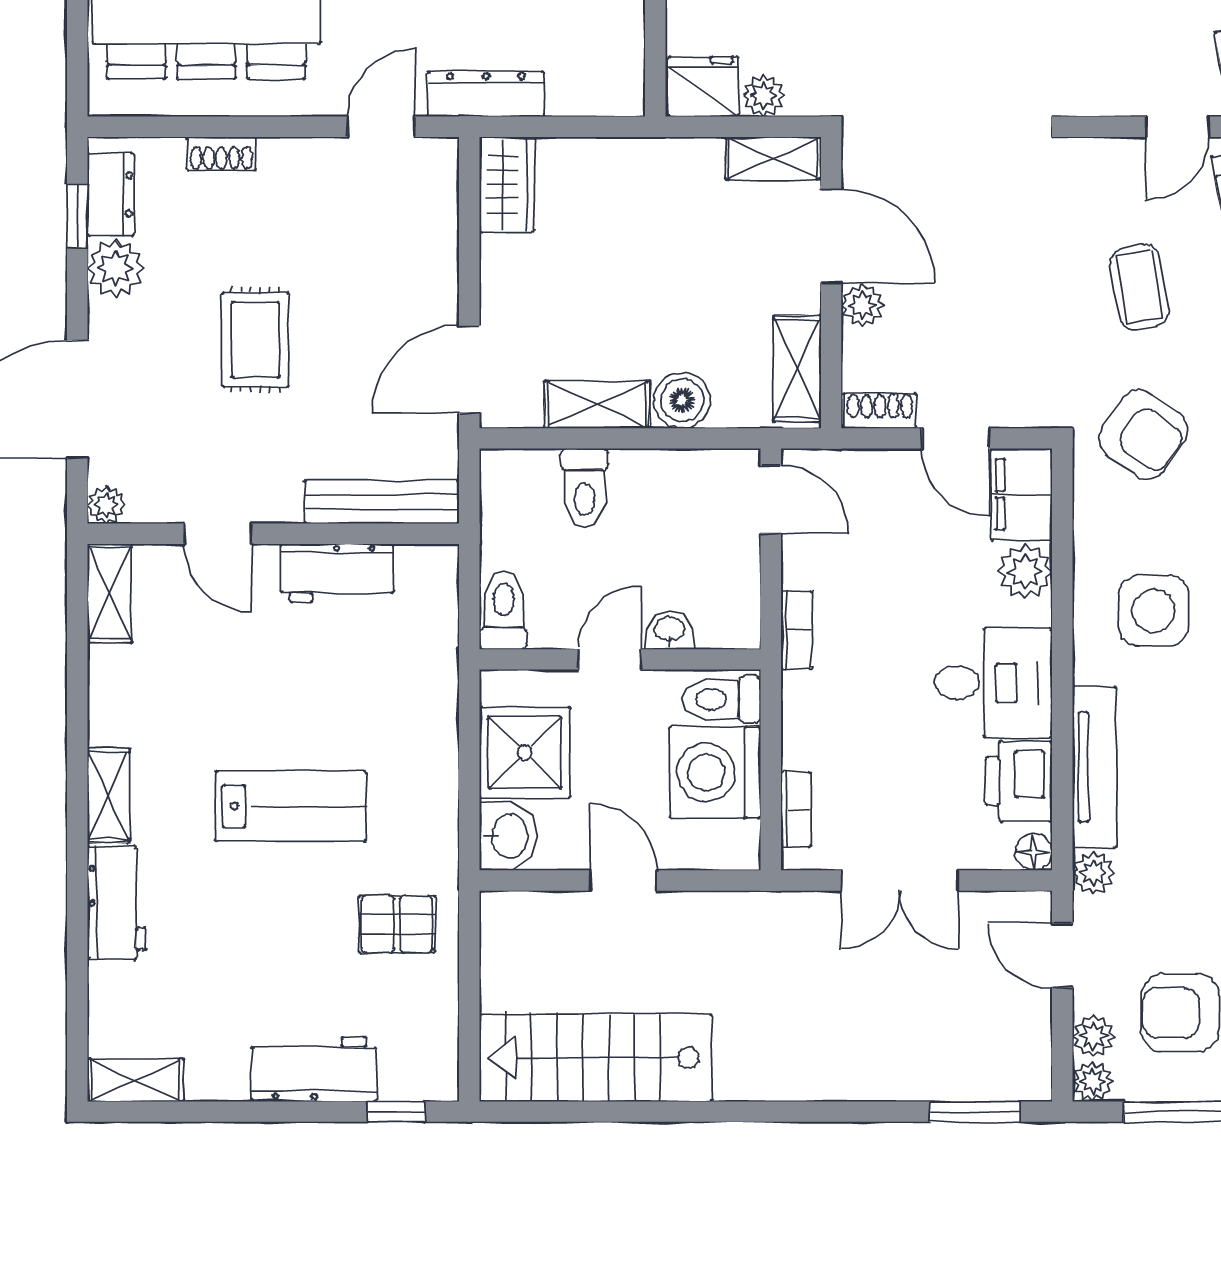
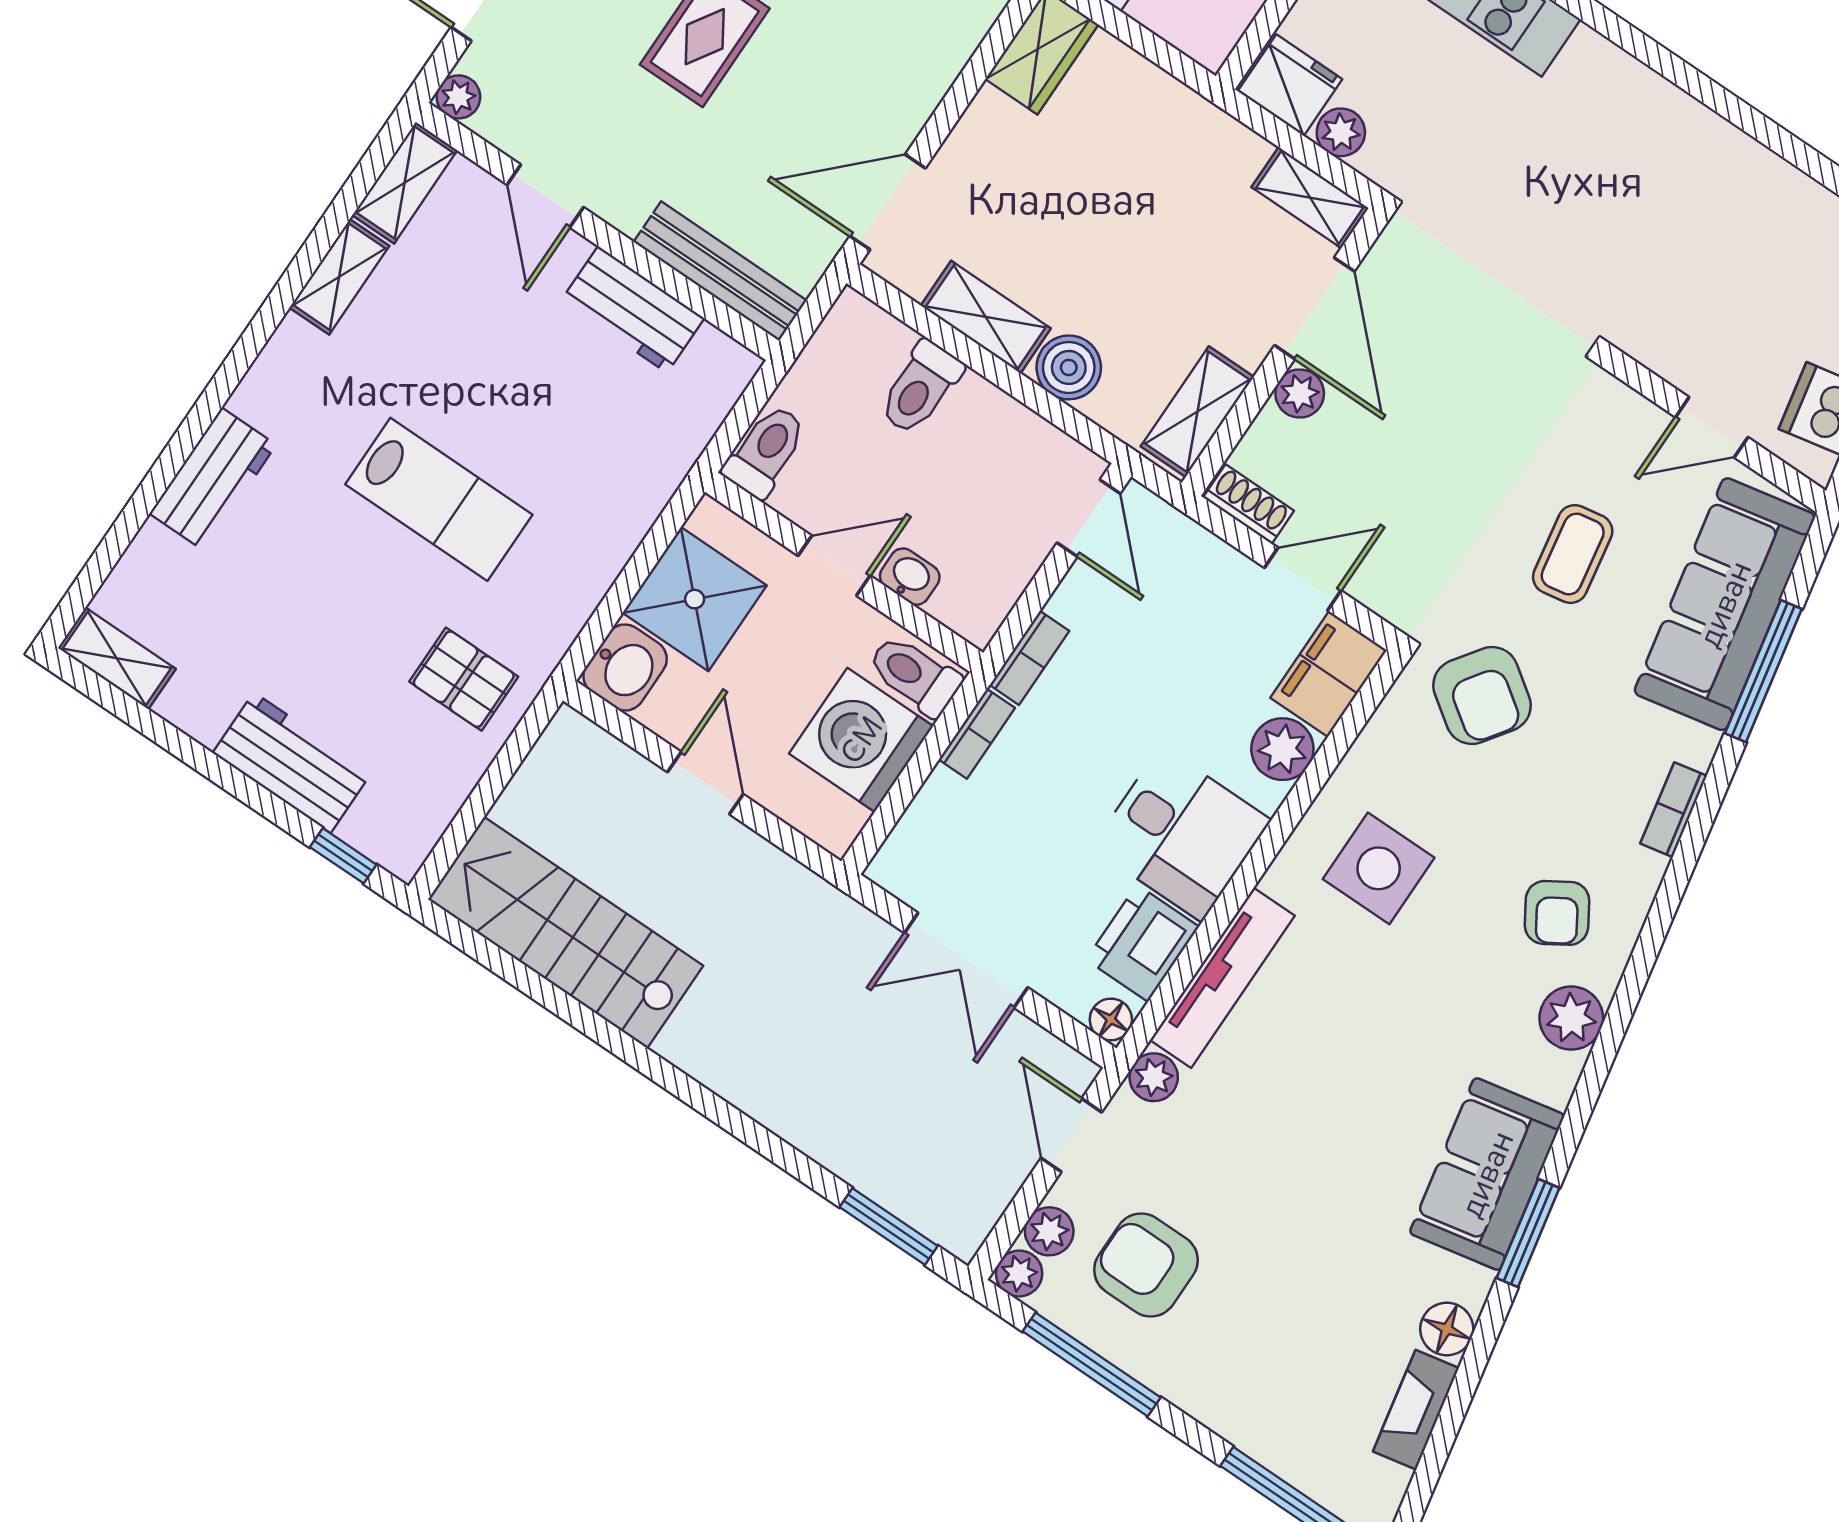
door: (956, 438) -> (1303, 579), swing flipped
shelving: (109, 795) -> (339, 277), moved
bookcase: (796, 809) -> (977, 734), moved

